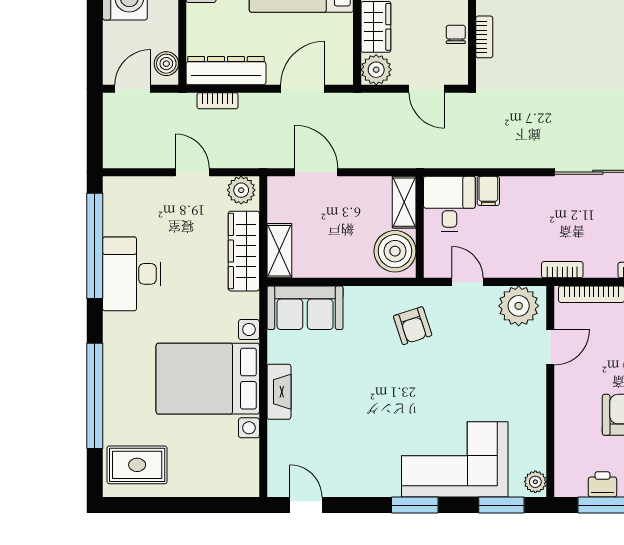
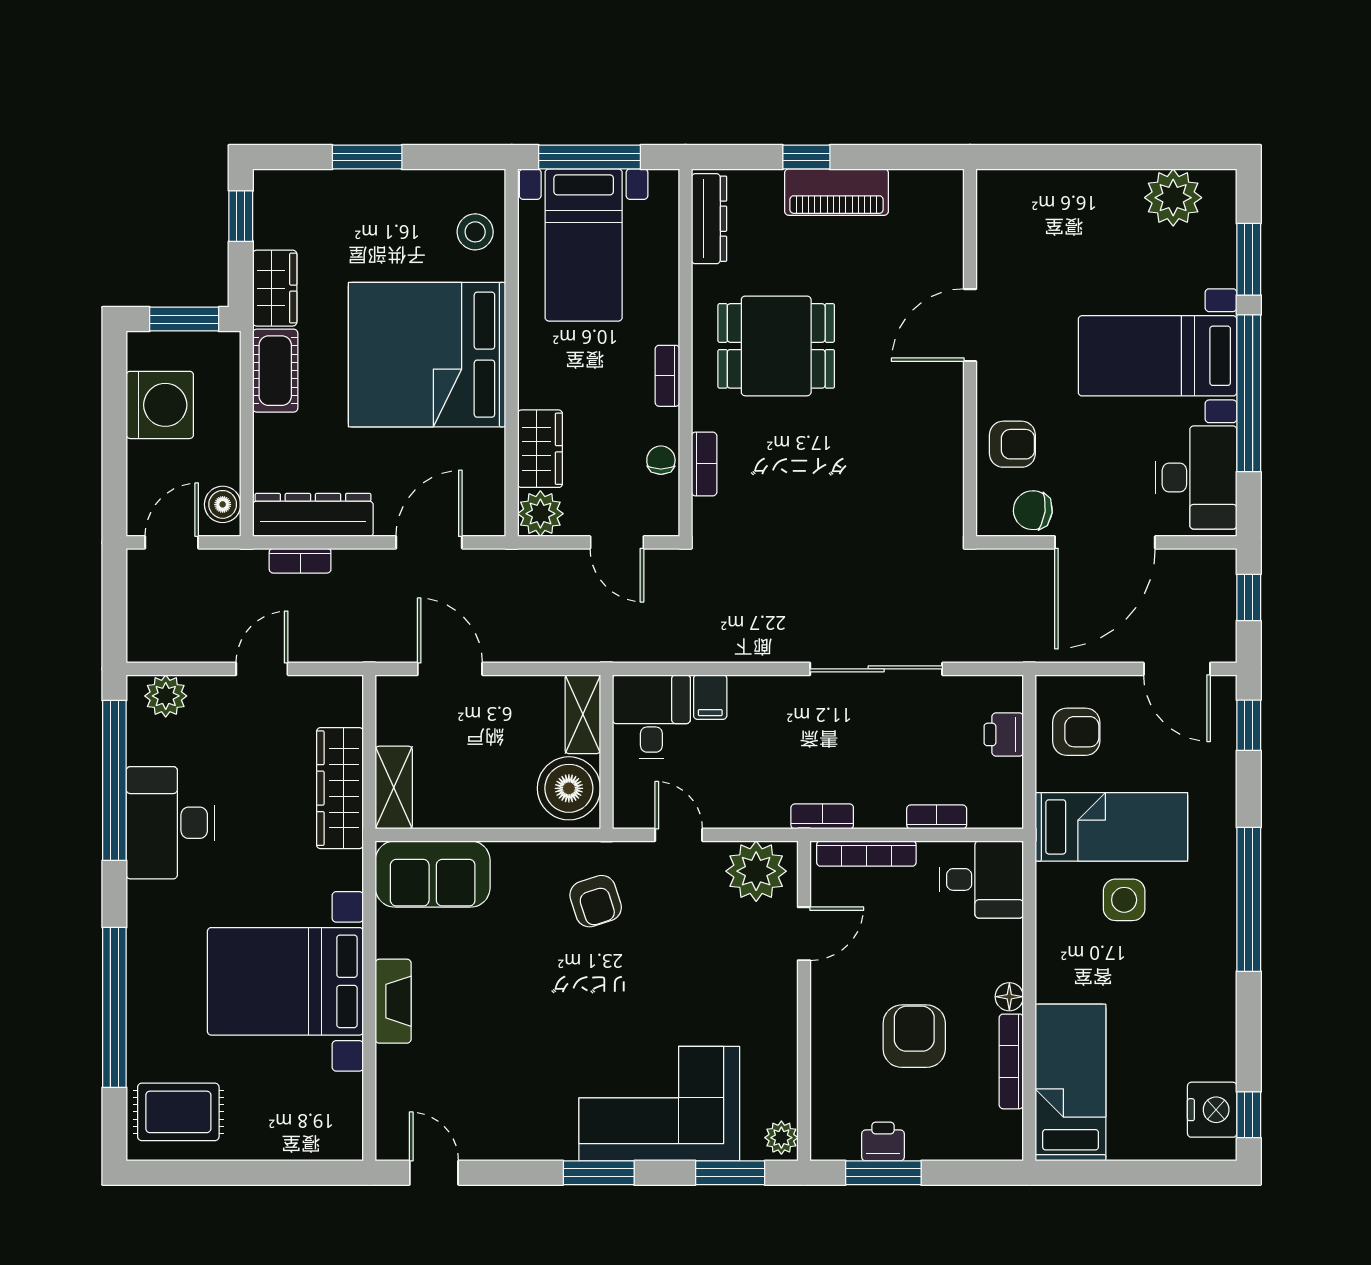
door: (192, 172) -> (262, 669), hinge flipped
plant: (241, 190) -> (166, 696), moved

